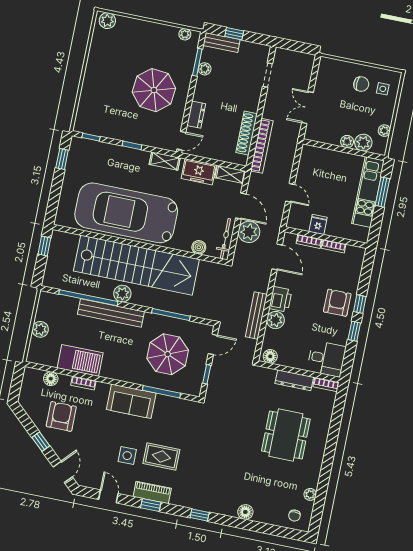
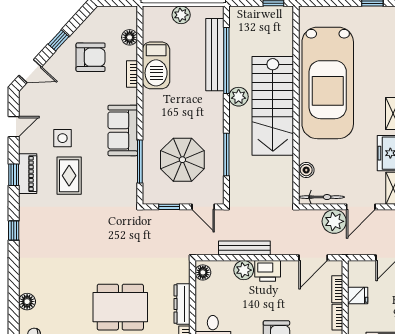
car: (126, 213) -> (328, 83), turned 180
stairs: (136, 265) -> (273, 106), width x0.73
bench: (111, 313) -> (215, 55), moved
floor lamp: (245, 512) -> (27, 302), moved

